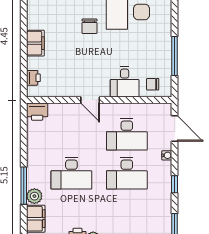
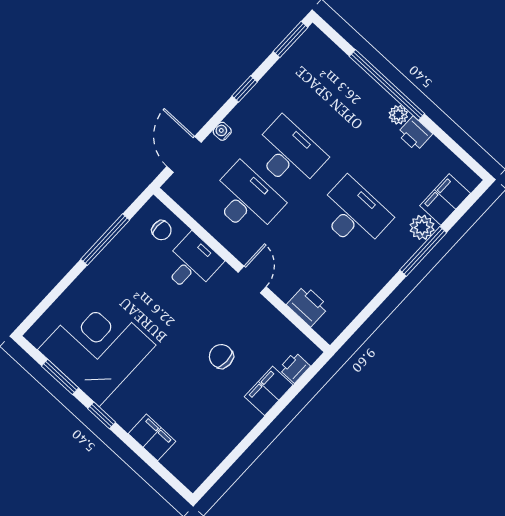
chair: (89, 26) -> (221, 356), moved, turned -90
filing cabinet: (35, 43) -> (269, 391), moved
printer: (37, 112) -> (308, 306), moved

